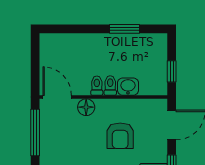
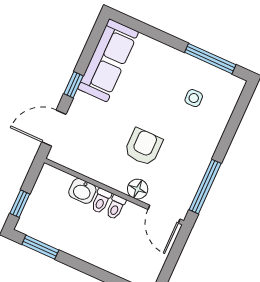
window: (124, 29) -> (40, 247), moved
window: (172, 71) -> (20, 204), moved
armchair: (120, 136) -> (143, 147), moved

